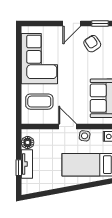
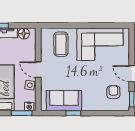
armchair: (92, 44) -> (113, 92), turned -57
door: (67, 127) -> (38, 70), swing flipped

